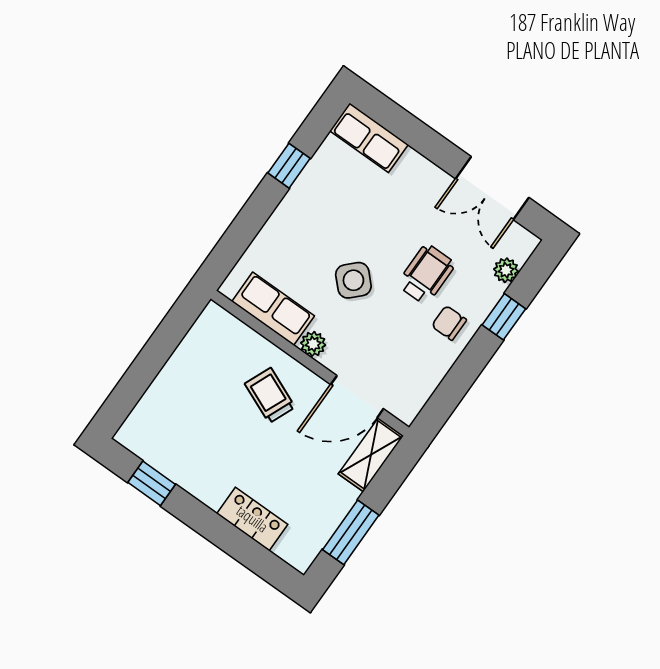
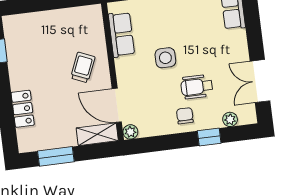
wheelchair: (426, 274) -> (197, 87), turned 180
side table: (353, 280) -> (165, 58), turned 45
plant: (313, 344) -> (130, 132), moved

